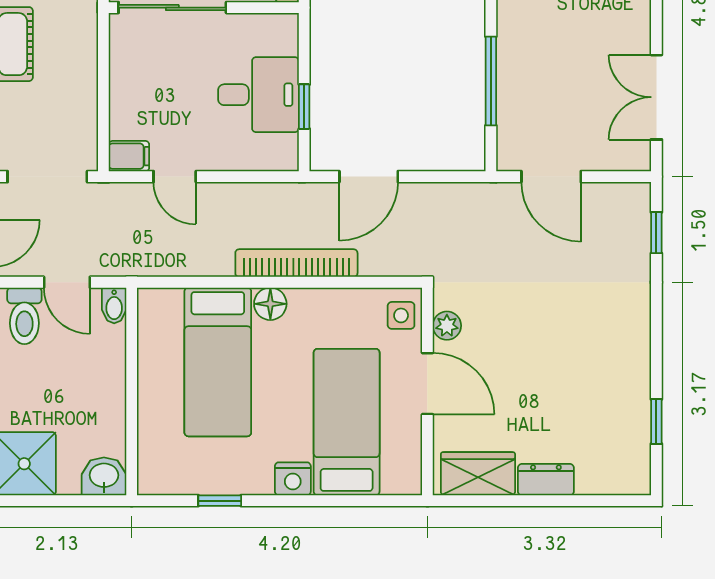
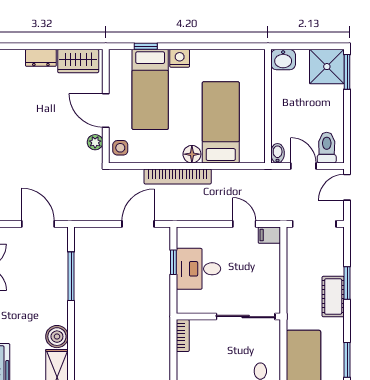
window: (220, 501) -> (146, 46), moved

